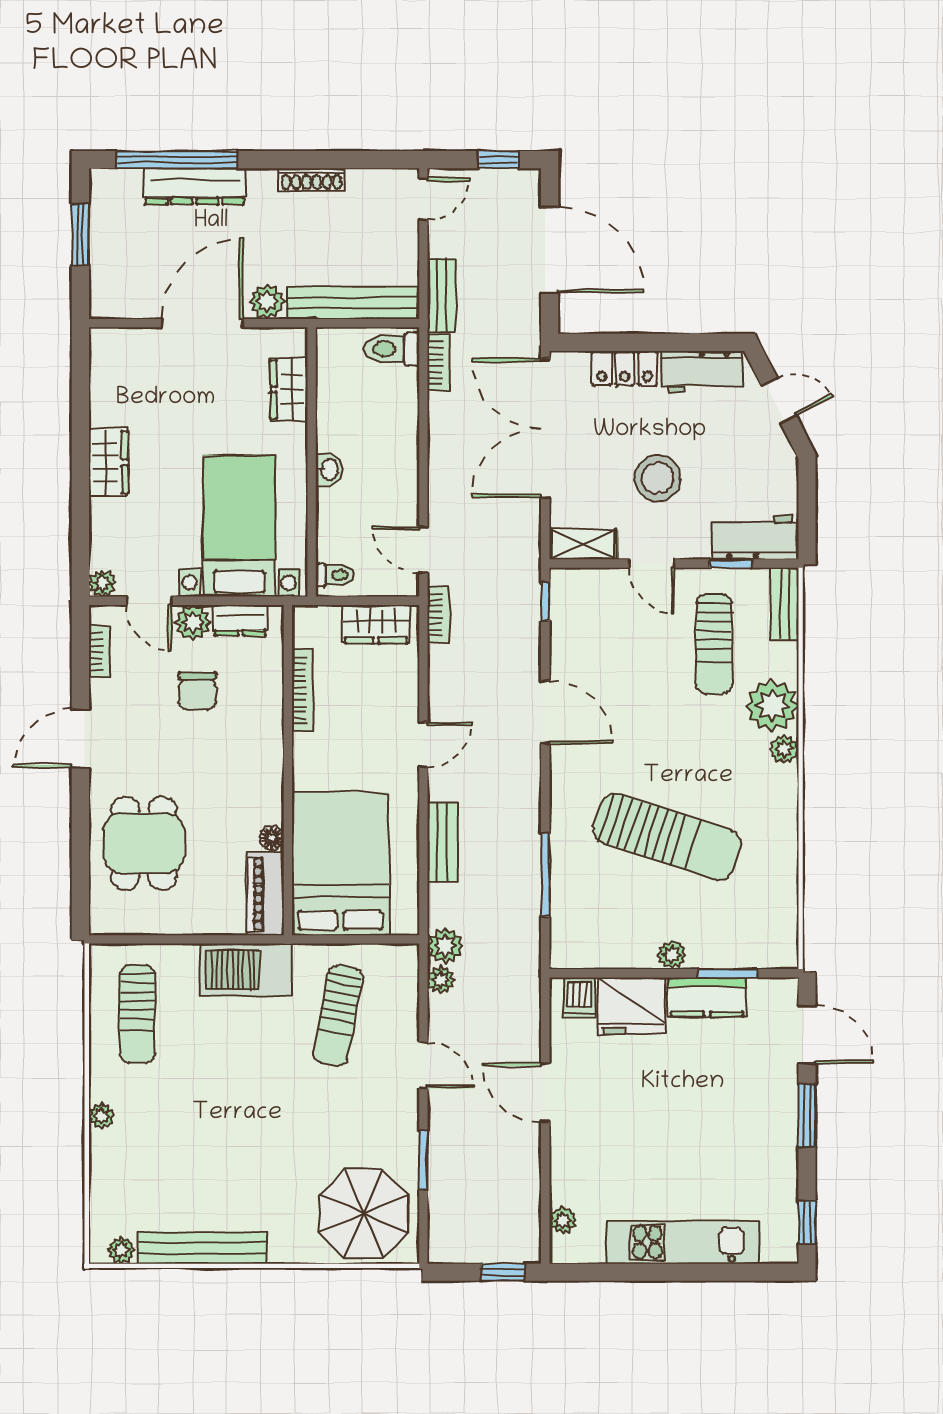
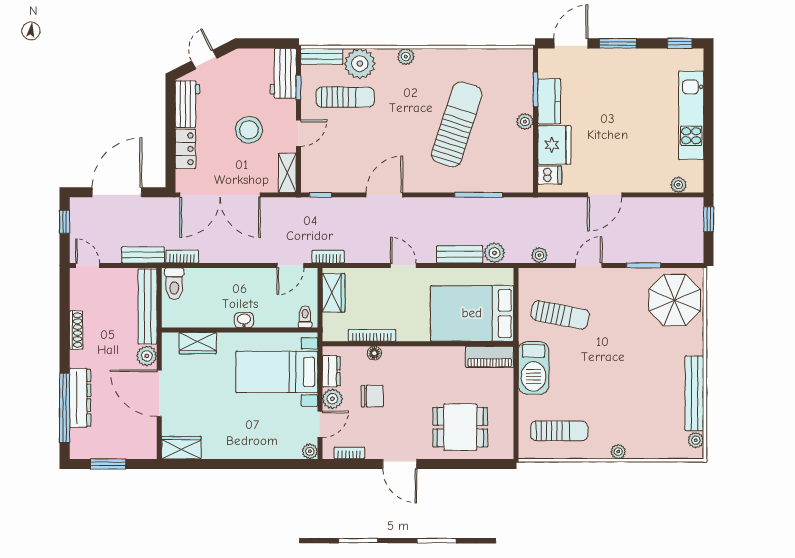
wardrobe: (108, 462) -> (181, 448), moved
plant: (772, 706) -> (360, 64), moved
floor lamp: (272, 838) -> (374, 353), moved
plant: (445, 946) -> (494, 253), moved

